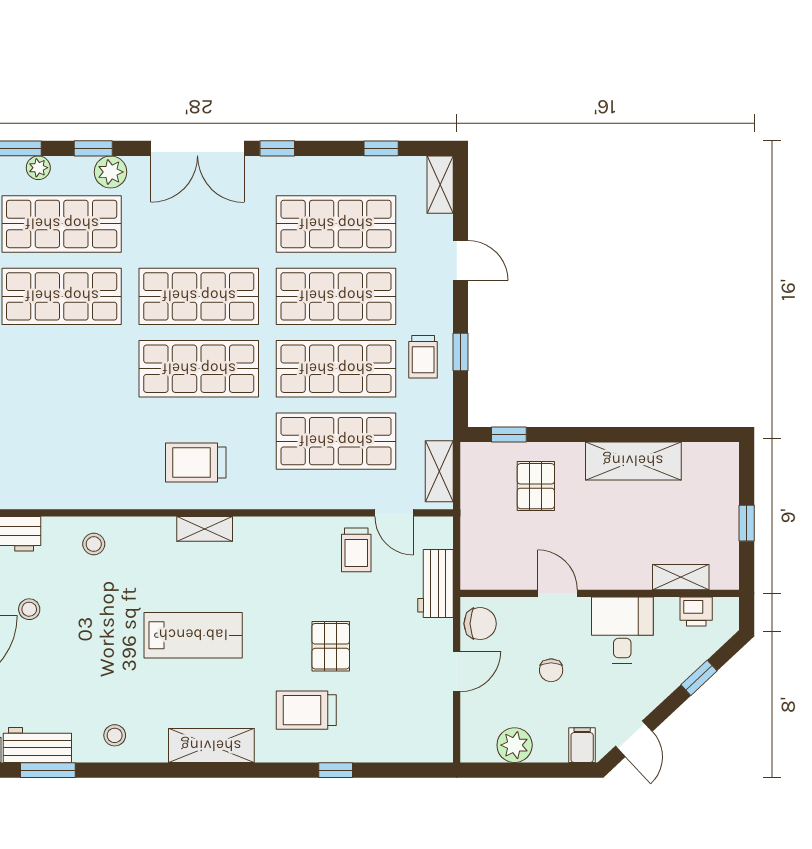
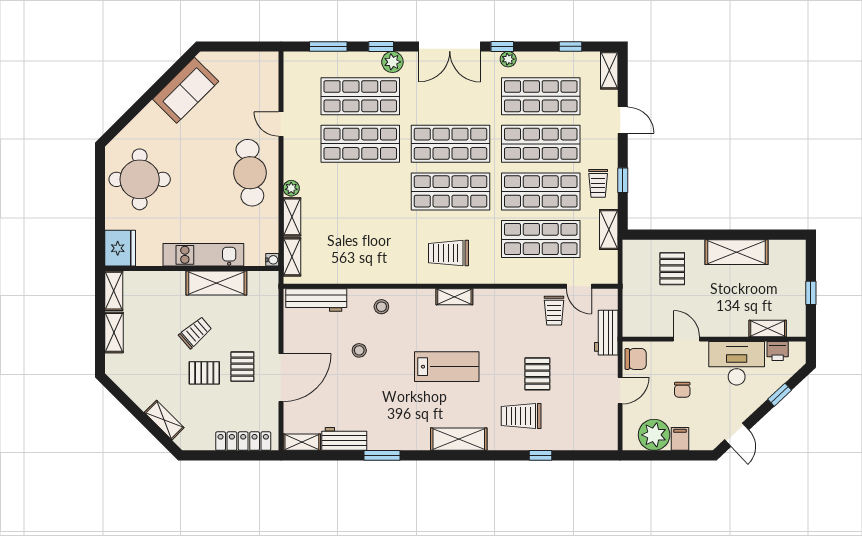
plant: (38, 168) -> (508, 59), moved
window: (509, 434) -> (655, 235), removed
shelving: (439, 471) -> (609, 229), moved
stool: (29, 609) -> (359, 350), moved
desk: (622, 630) -> (737, 363), width x1.37
stool: (115, 735) -> (395, 433), removed
plant: (515, 745) -> (654, 435), width x1.36, depth x1.36
filing cabinet: (582, 745) -> (680, 439), moved
window: (48, 770) -> (382, 455), moved

